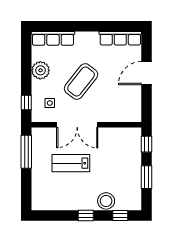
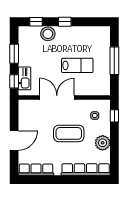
row of seats: (53, 38) -> (86, 169), width x1.36
coffee table: (81, 82) -> (69, 133), turned 52
double door: (77, 125) -> (57, 97), moved
kitchen sink: (134, 148) -> (24, 78), added
window: (26, 152) -> (114, 61), moved

